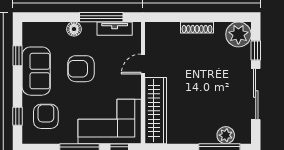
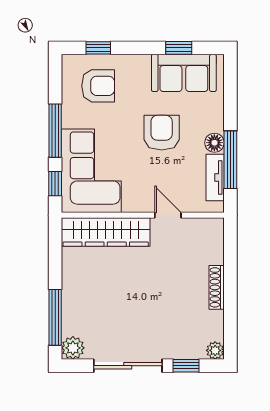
floor lamp: (74, 29) -> (214, 143), moved
plant: (238, 34) -> (215, 350), width x0.53, depth x0.53
sofa: (36, 71) -> (184, 73), moved
plant: (226, 135) -> (73, 348), moved

